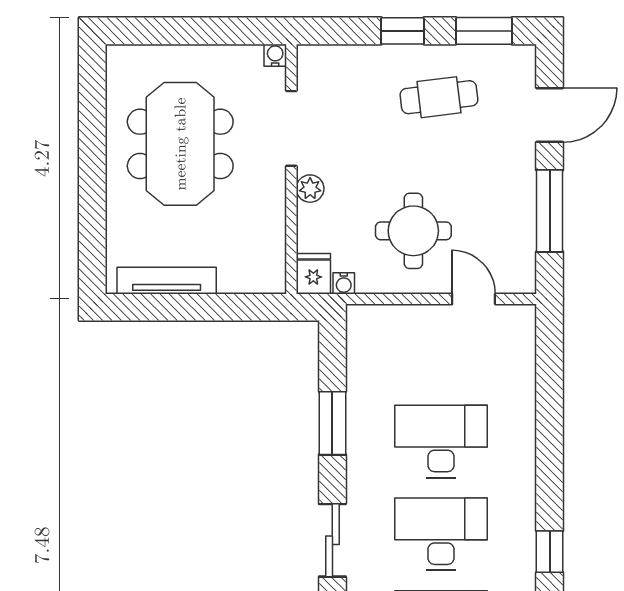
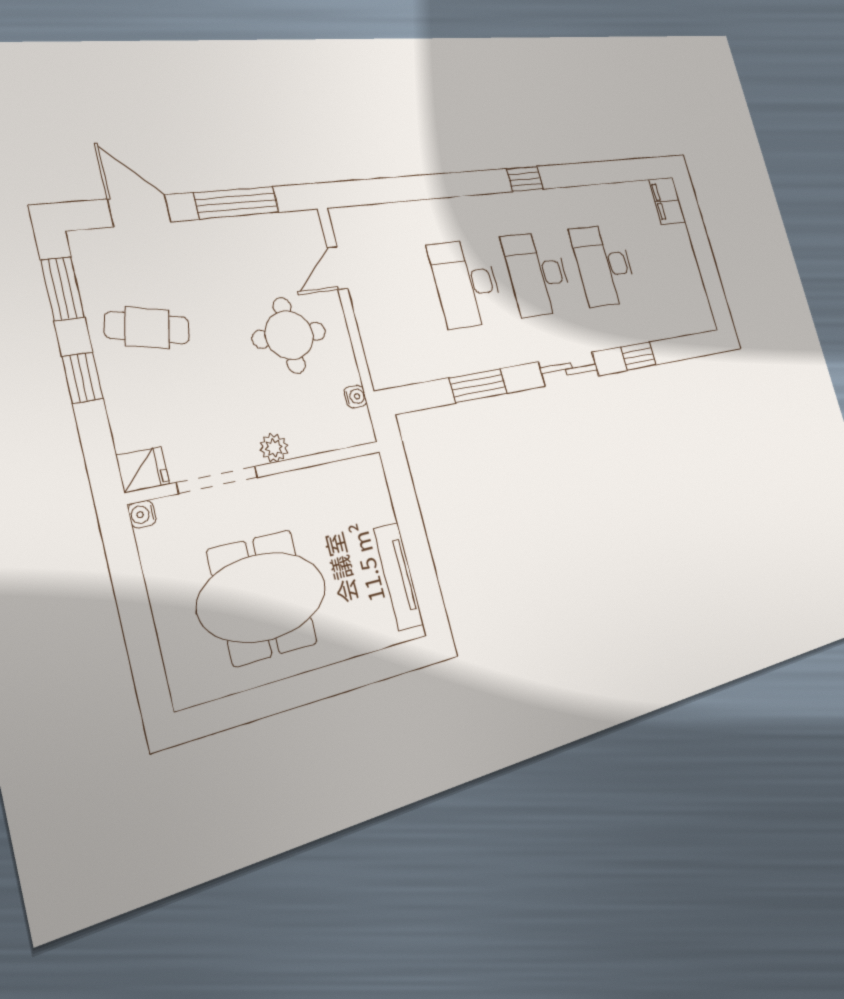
cafe table: (439, 97) -> (147, 328), turned -71
fridge: (313, 274) -> (143, 470), moved, turned 180

